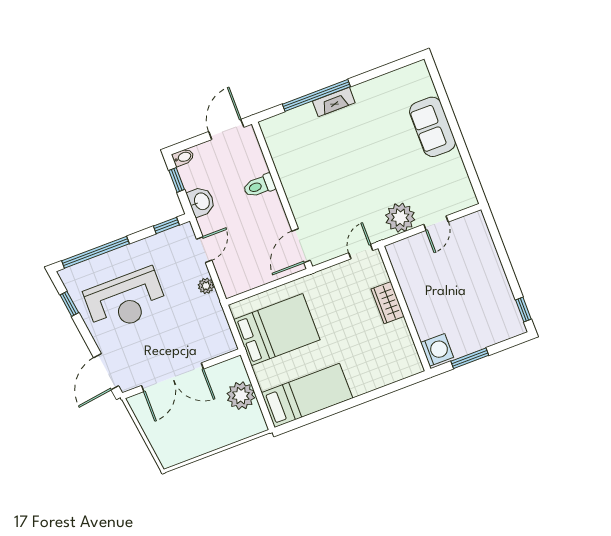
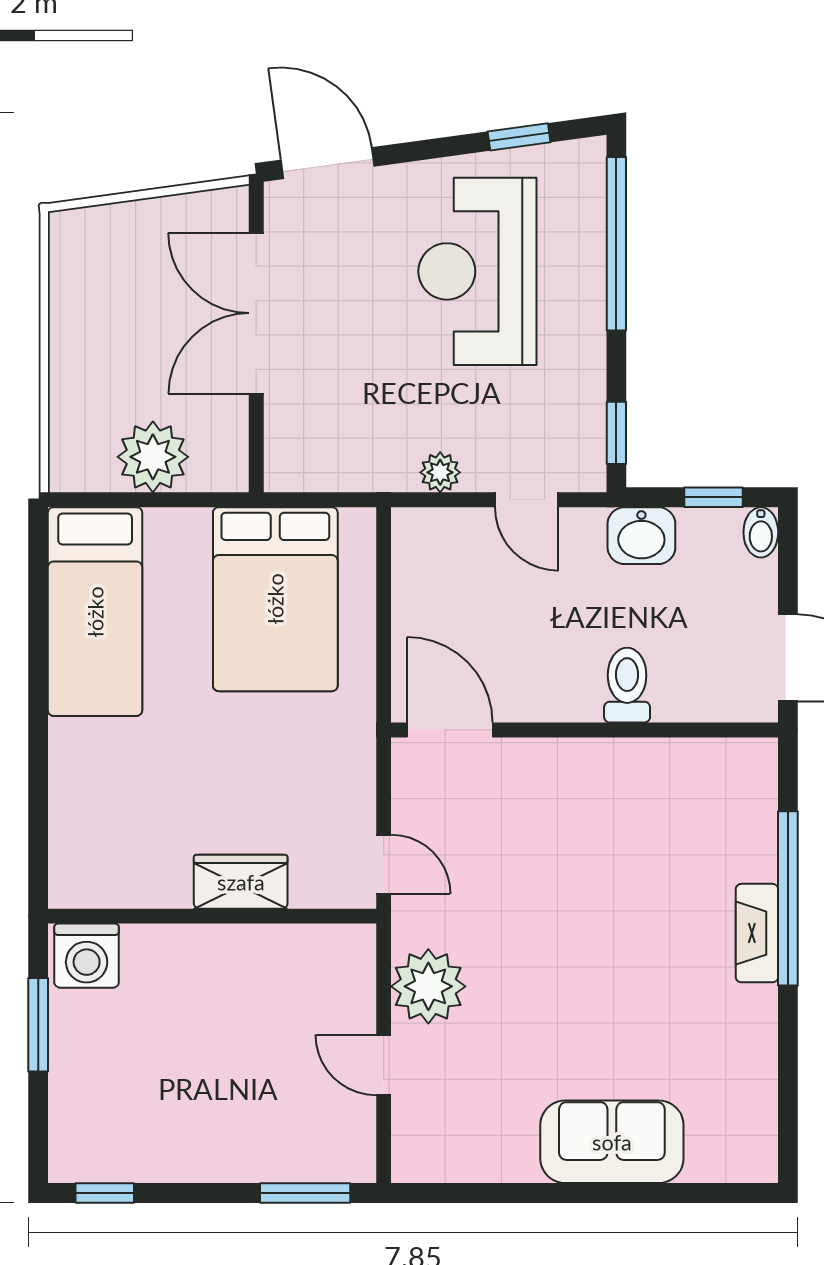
window: (495, 234) -> (305, 1193), added

